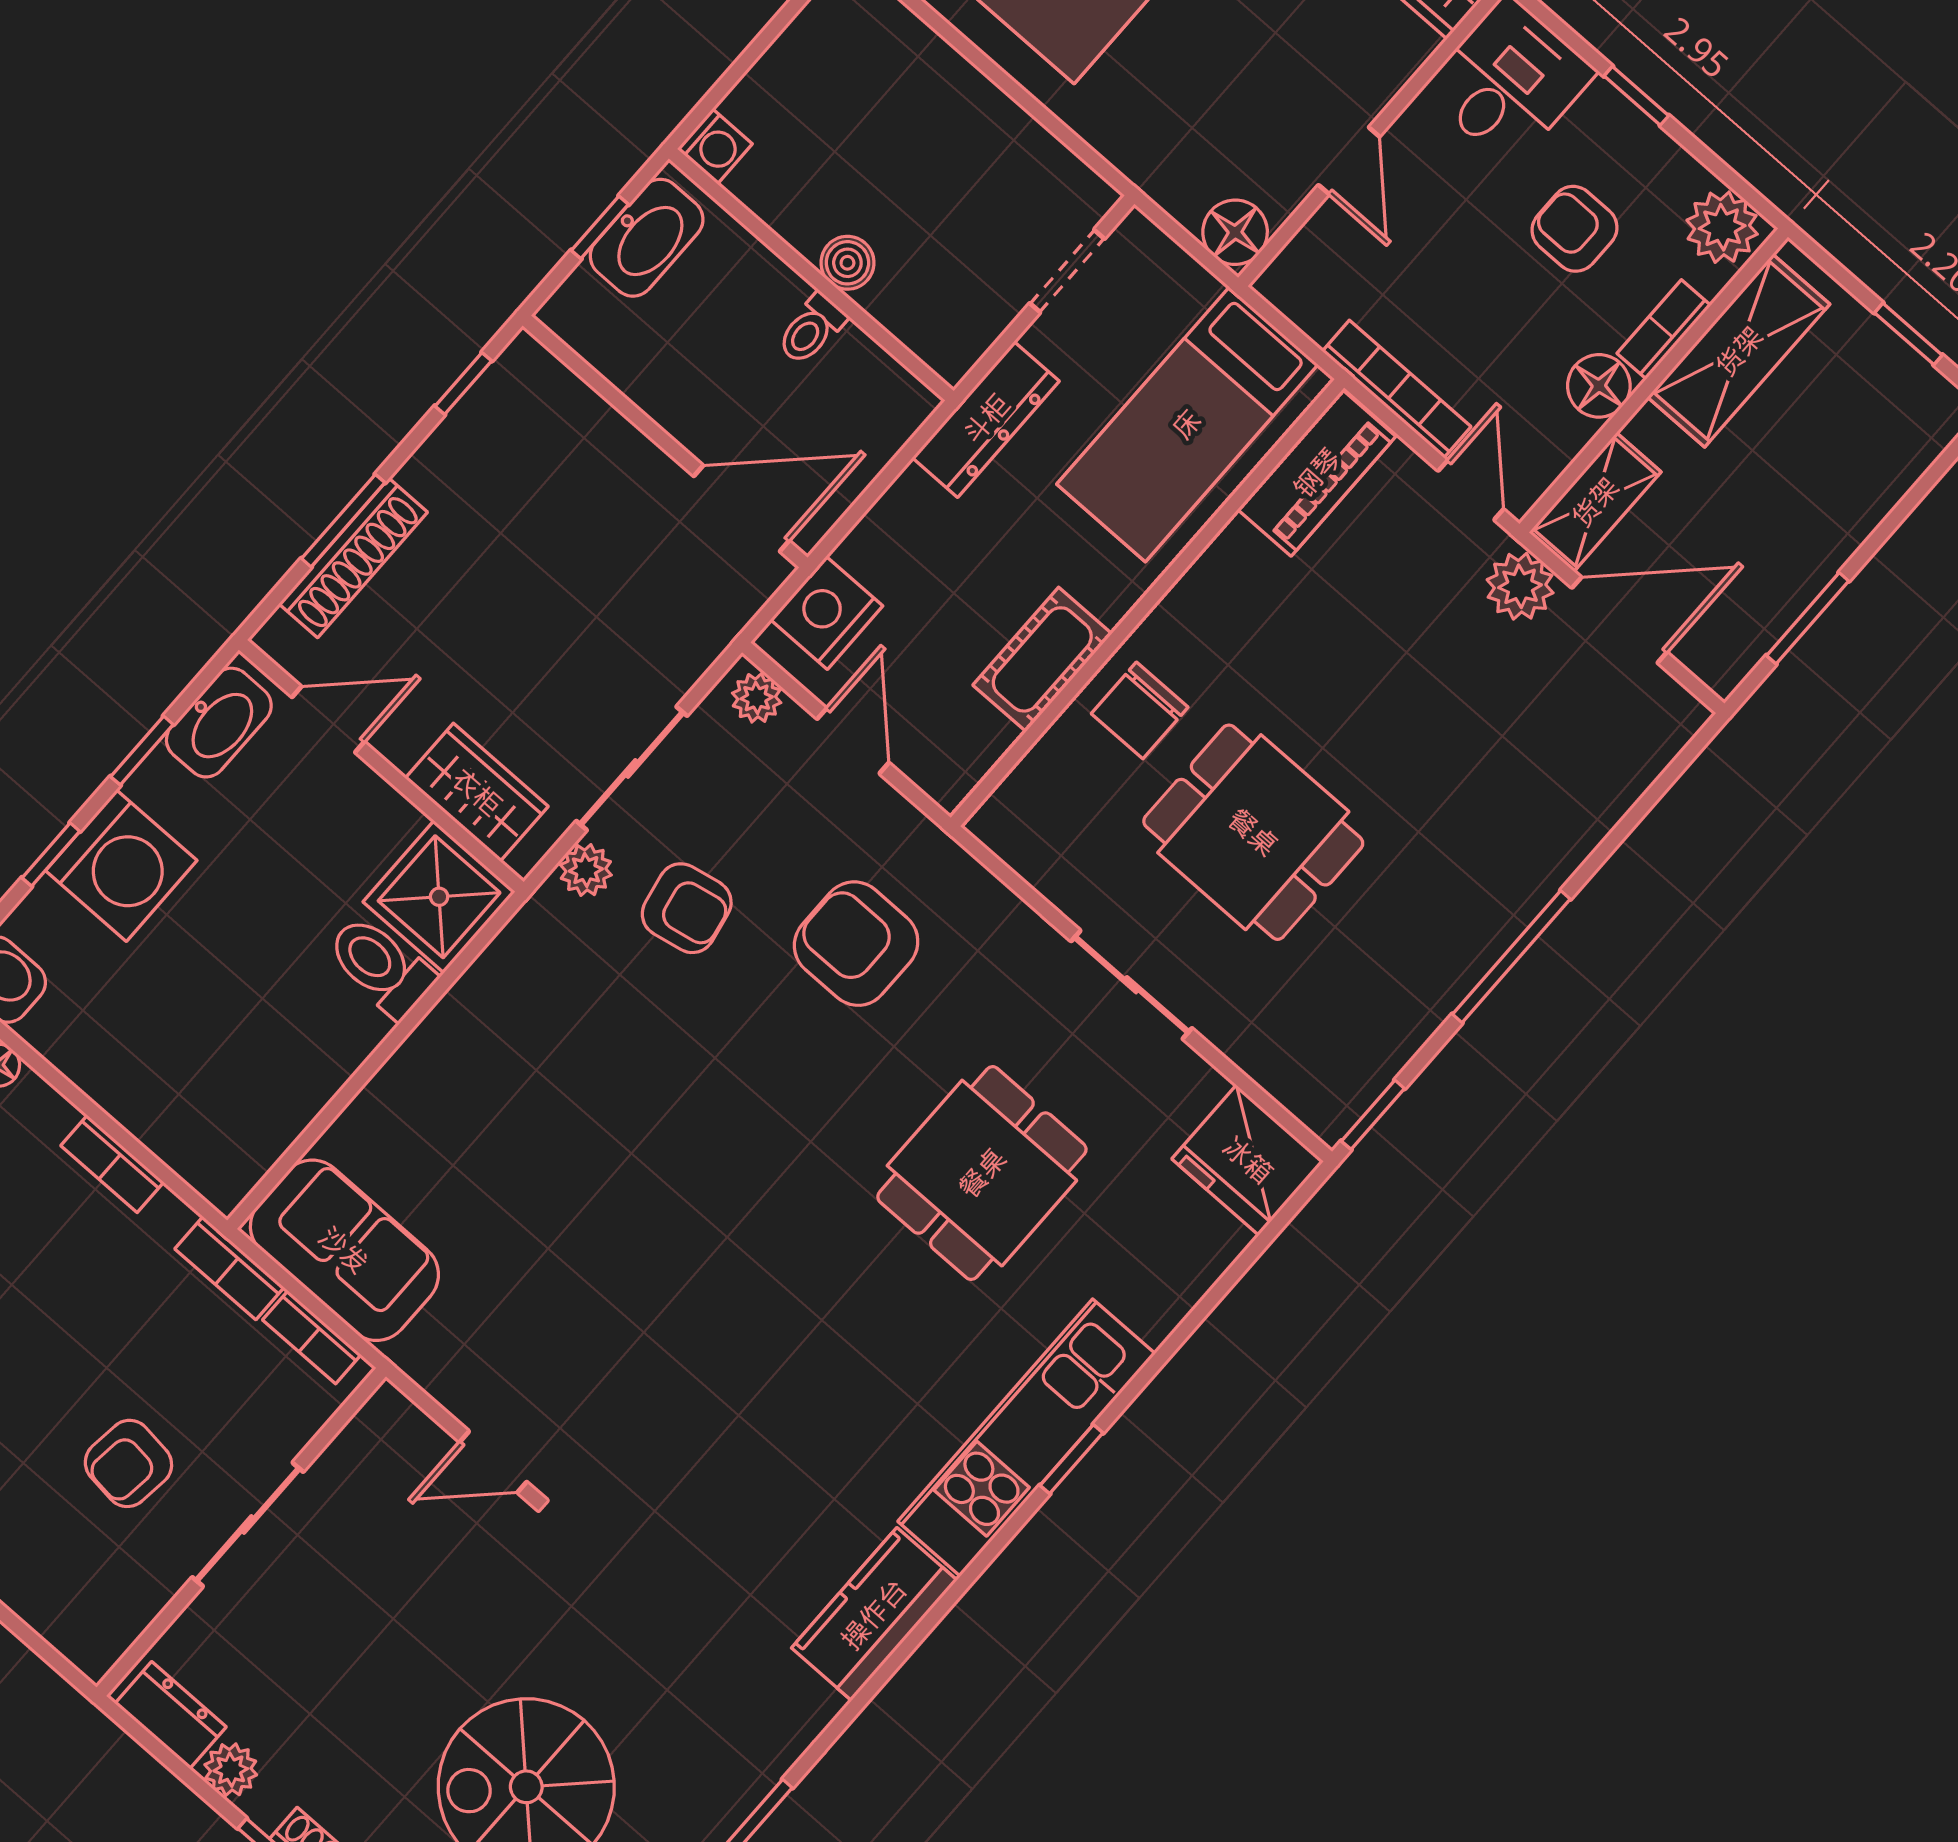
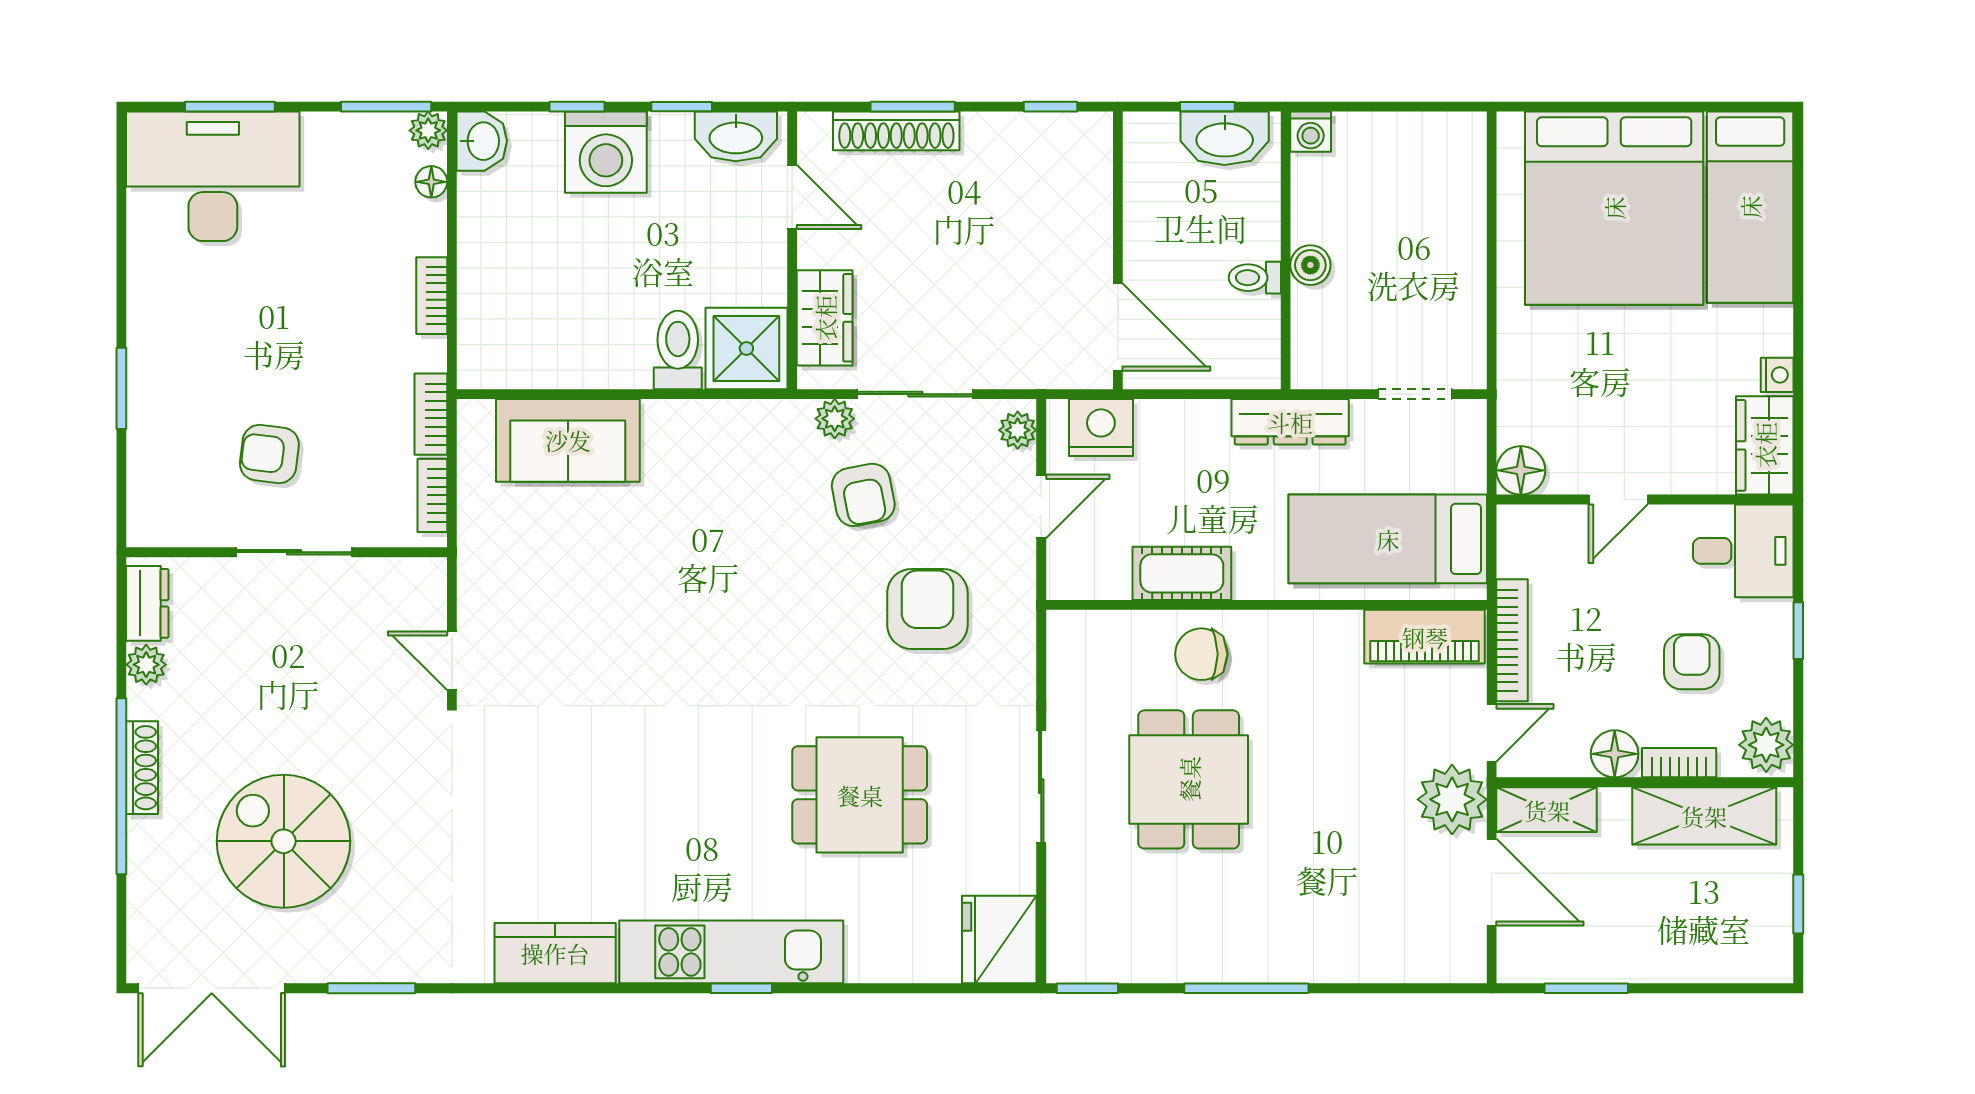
plant: (1520, 586) -> (1452, 799), width x1.36, depth x1.36
sofa: (344, 1250) -> (568, 440), moved, turned 90

